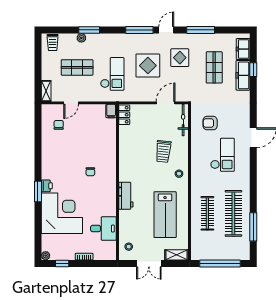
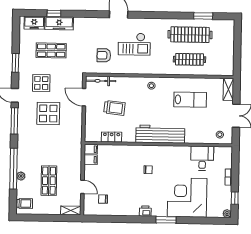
window: (89, 30) -> (14, 169), width x2.11
window: (201, 30) -> (15, 63), width x0.69
checkout: (112, 74) -> (56, 147), removed
filing cabinet: (100, 111) -> (91, 160), added
locker: (124, 115) -> (112, 137), moved
armchair: (210, 123) -> (104, 55), turned 90
trolley: (163, 151) -> (114, 108), moved
checkout: (222, 155) -> (134, 44), turned 180
printer: (47, 186) -> (145, 211), moved
workbench: (126, 196) -> (160, 134), width x1.88, depth x1.32
lab bench: (165, 215) -> (190, 100), width x0.73, depth x0.72
window: (253, 227) -> (203, 16), width x0.69
window: (220, 263) -> (237, 48), removed

